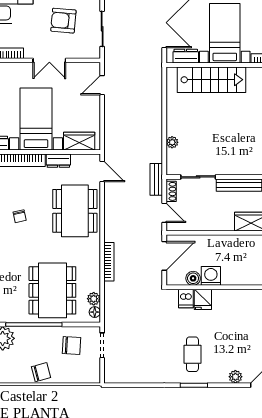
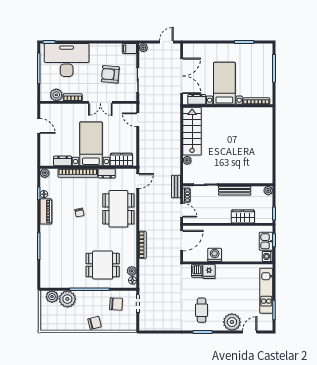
stairs: (211, 80) -> (192, 131), moved, turned -90
door: (102, 85) -> (138, 120), hinge flipped
door: (102, 172) -> (138, 181), hinge flipped
boiler: (193, 278) -> (202, 256), removed
dining table: (52, 290) -> (103, 265), width x0.73
plant: (235, 377) -> (232, 322), width x1.87, depth x1.87

